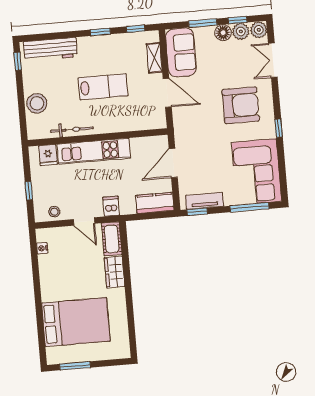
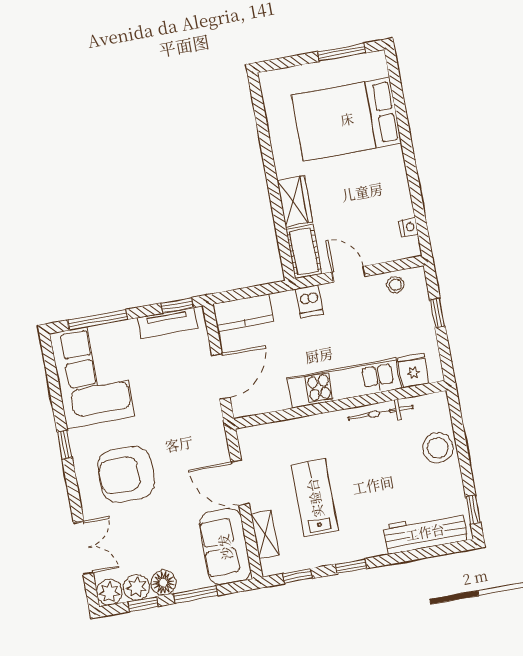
lab bench: (103, 87) -> (315, 498), moved, turned 90

